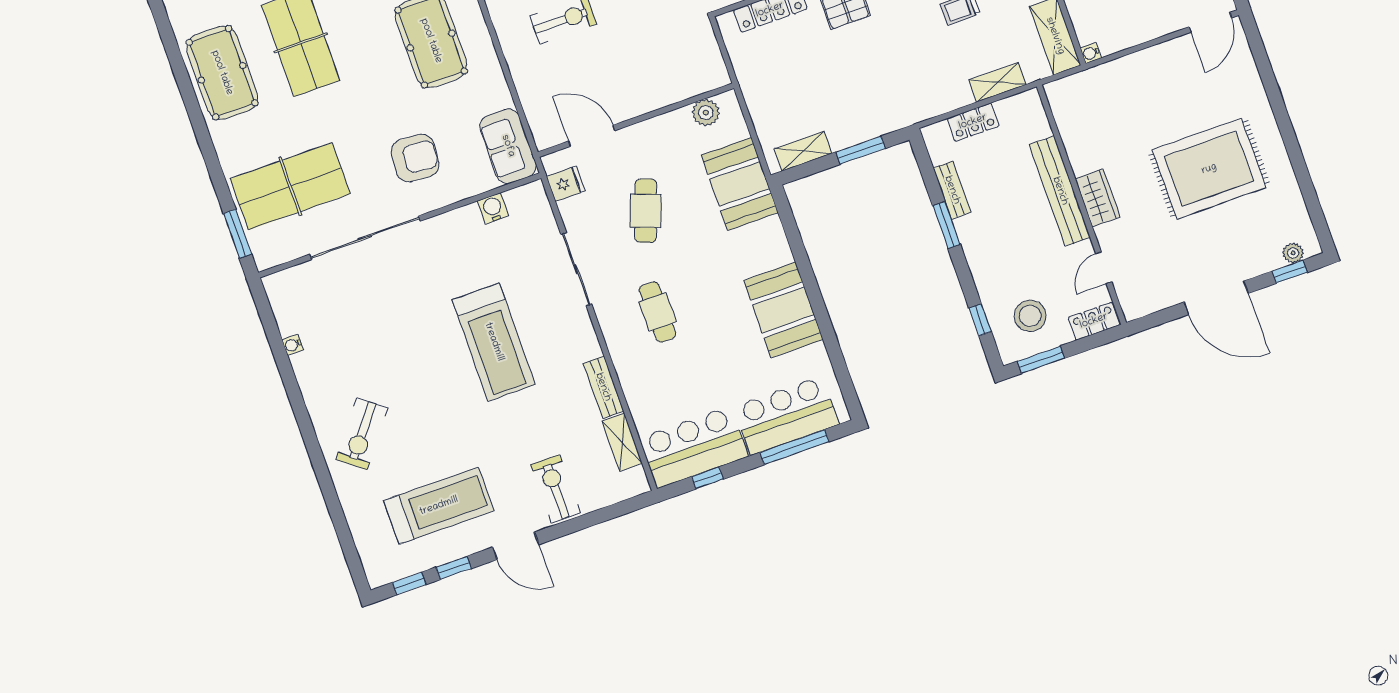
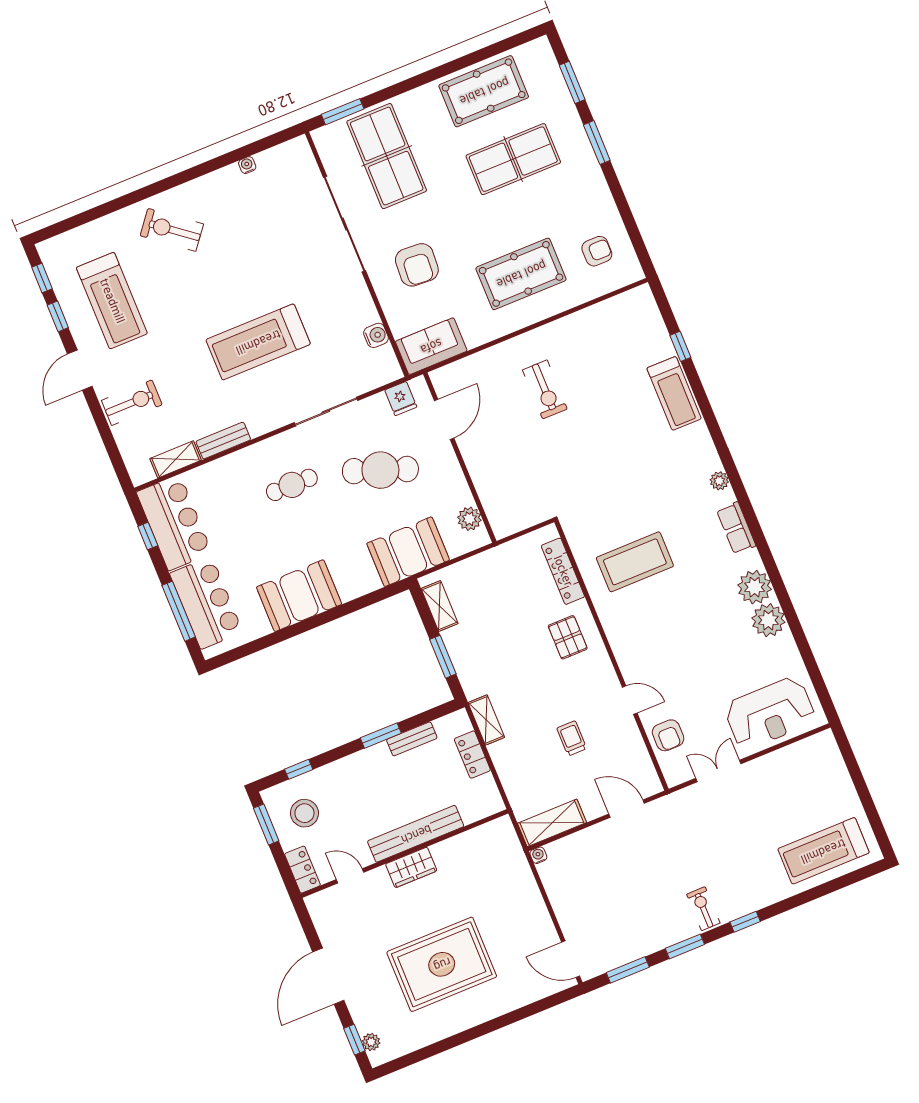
shelving: (998, 82) -> (486, 720), moved
rug: (1209, 169) -> (442, 964), turned 90
cafe table: (646, 211) -> (380, 470), width x1.37, depth x1.35

